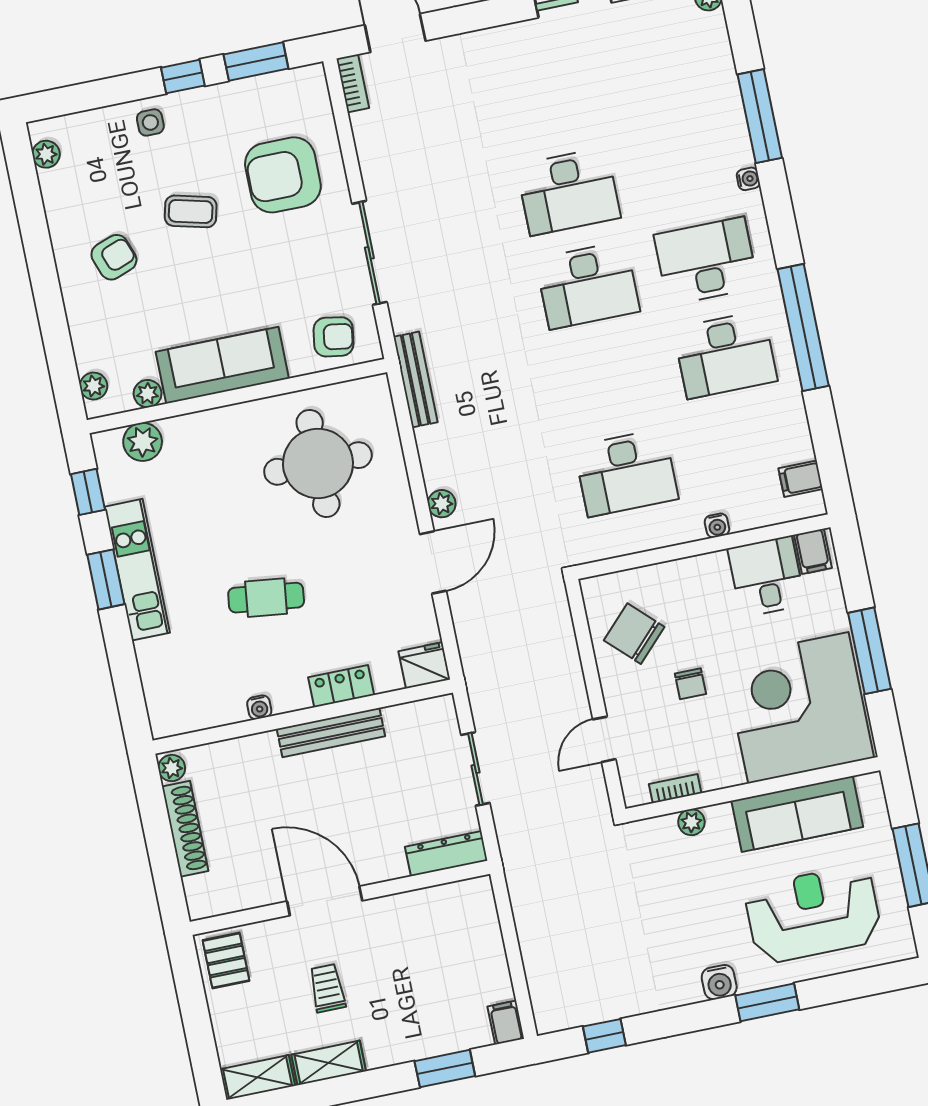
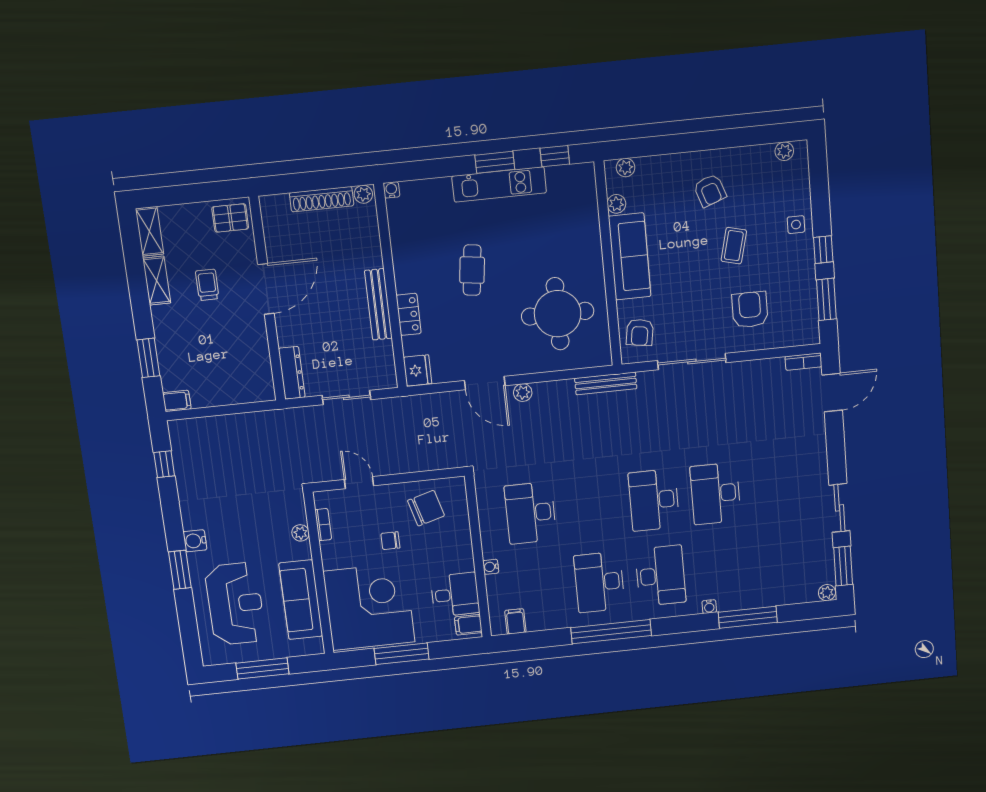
armchair: (283, 175) -> (750, 310), width x0.73, depth x0.73
plant: (143, 442) -> (585, 197), removed
chair: (634, 634) -> (426, 508), turned 30
water cooler: (259, 707) -> (391, 190), moved, turned 90
trolley: (327, 988) -> (207, 285), turned -90

